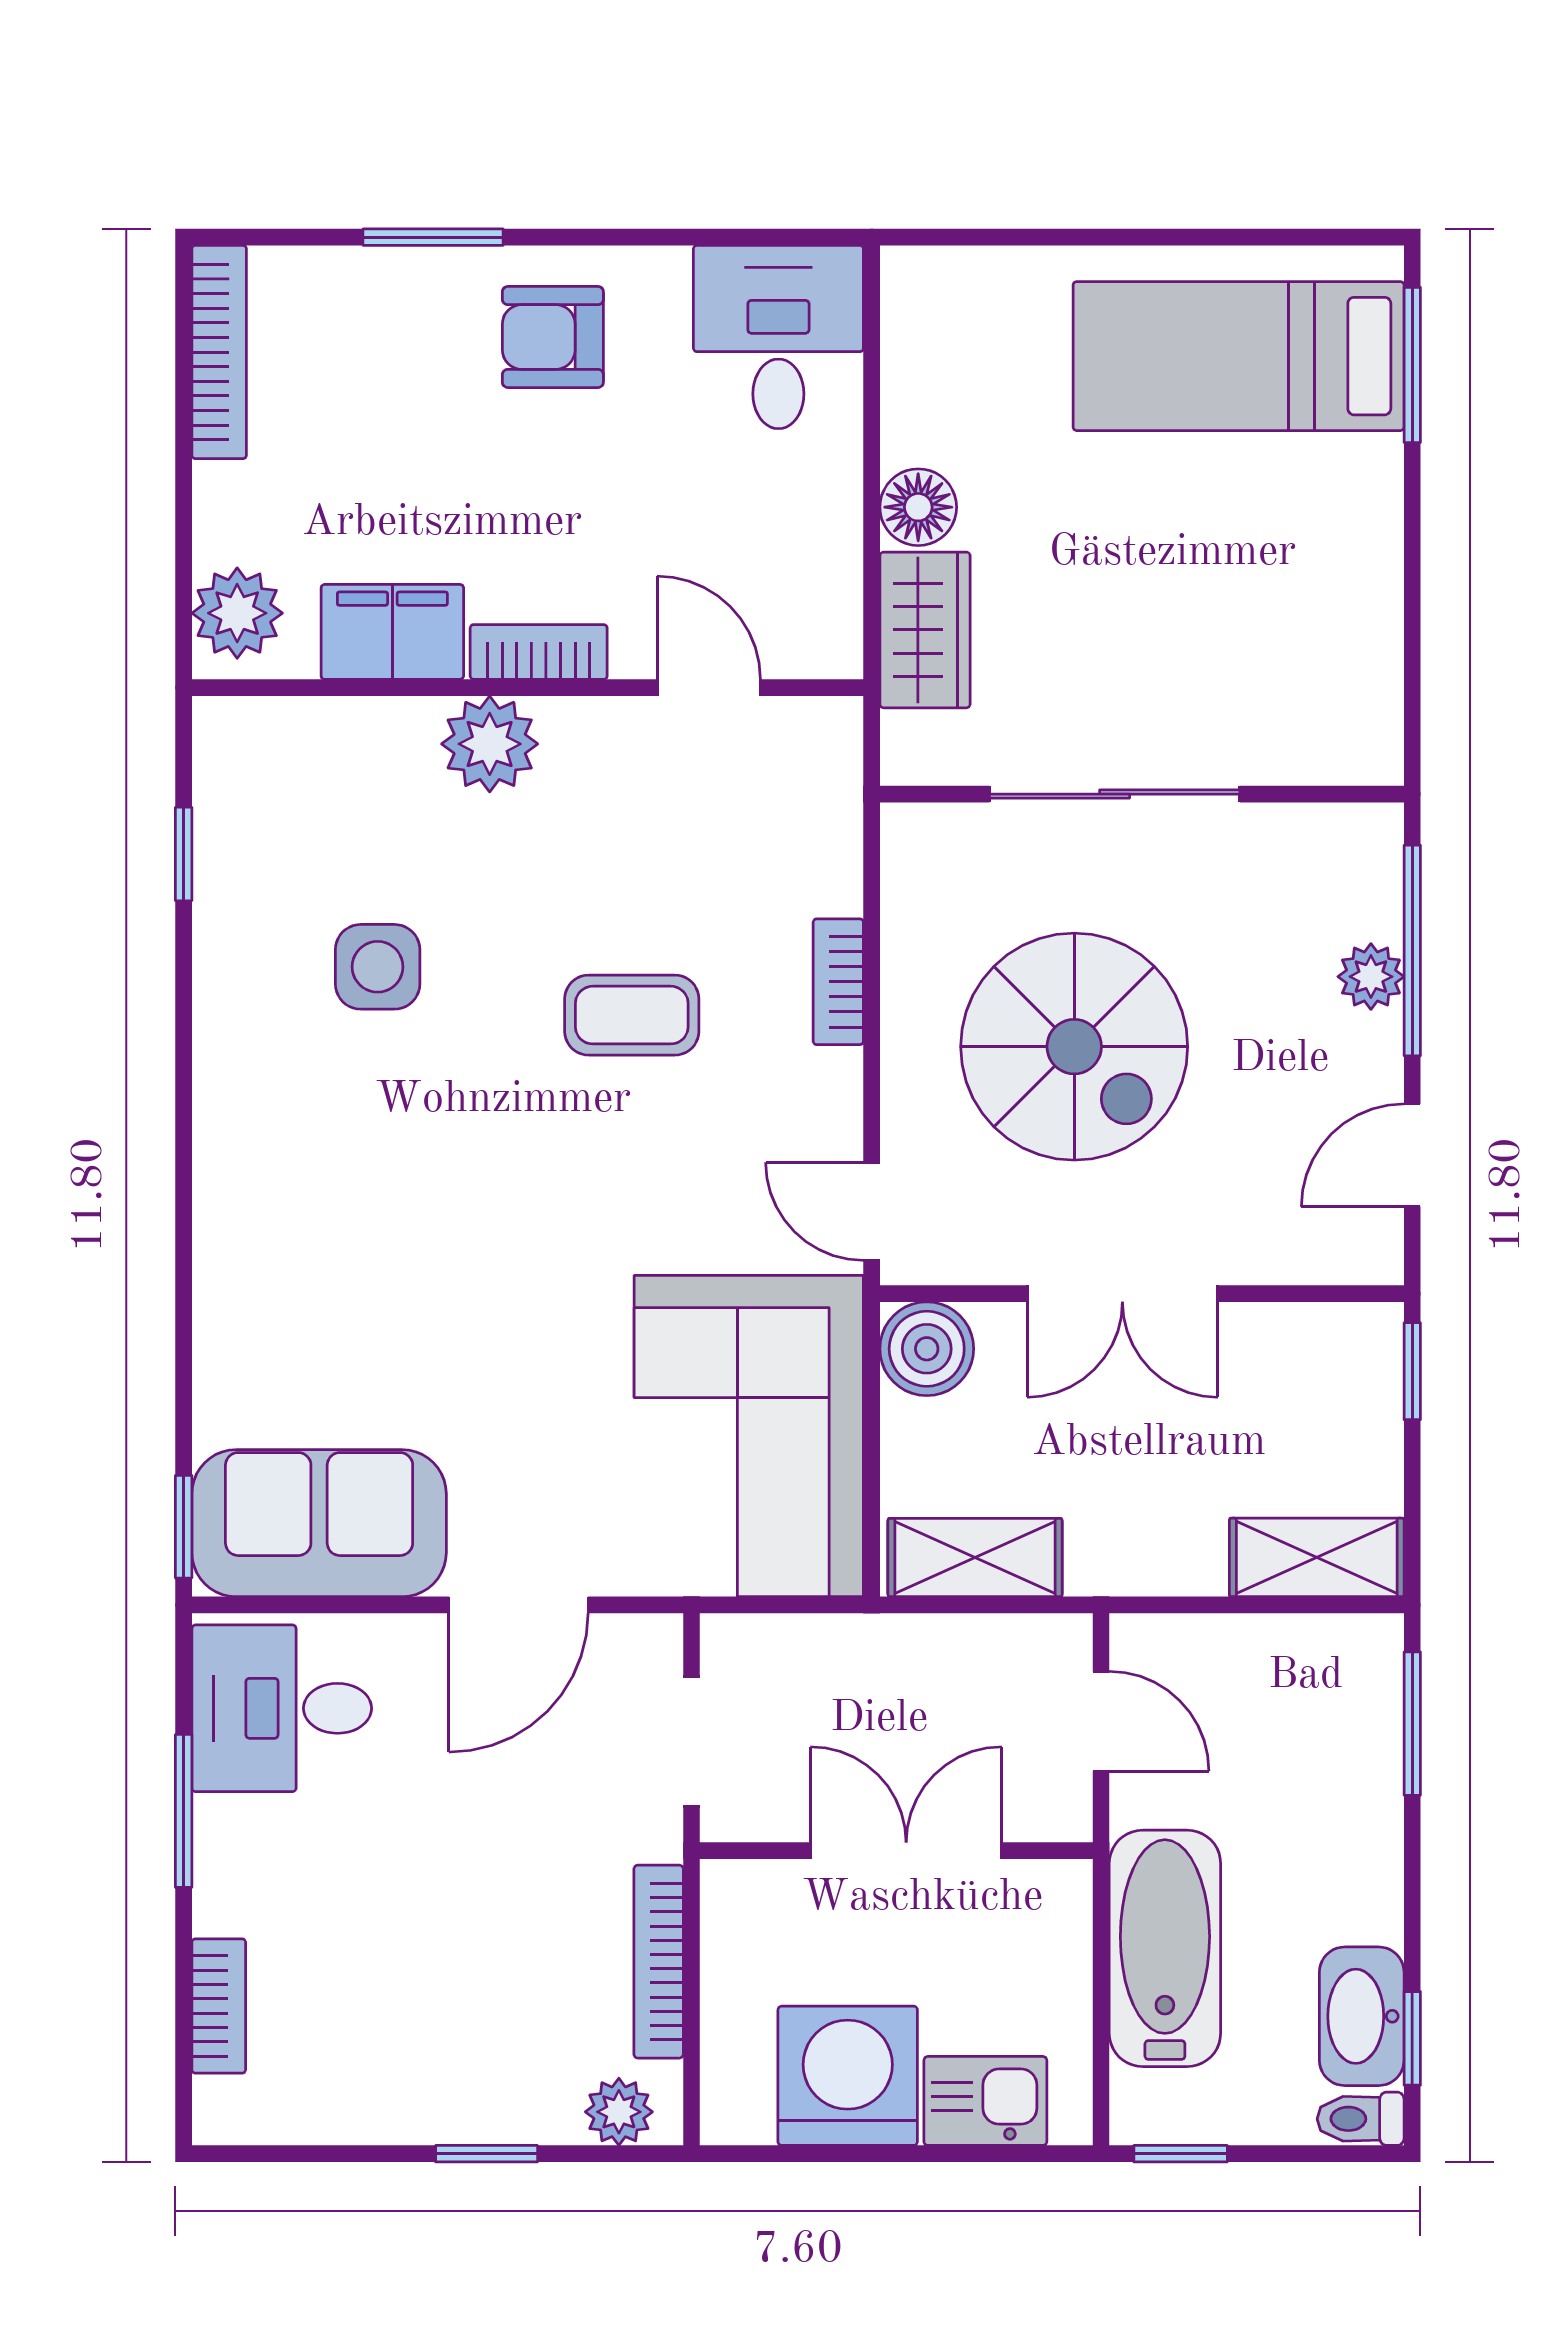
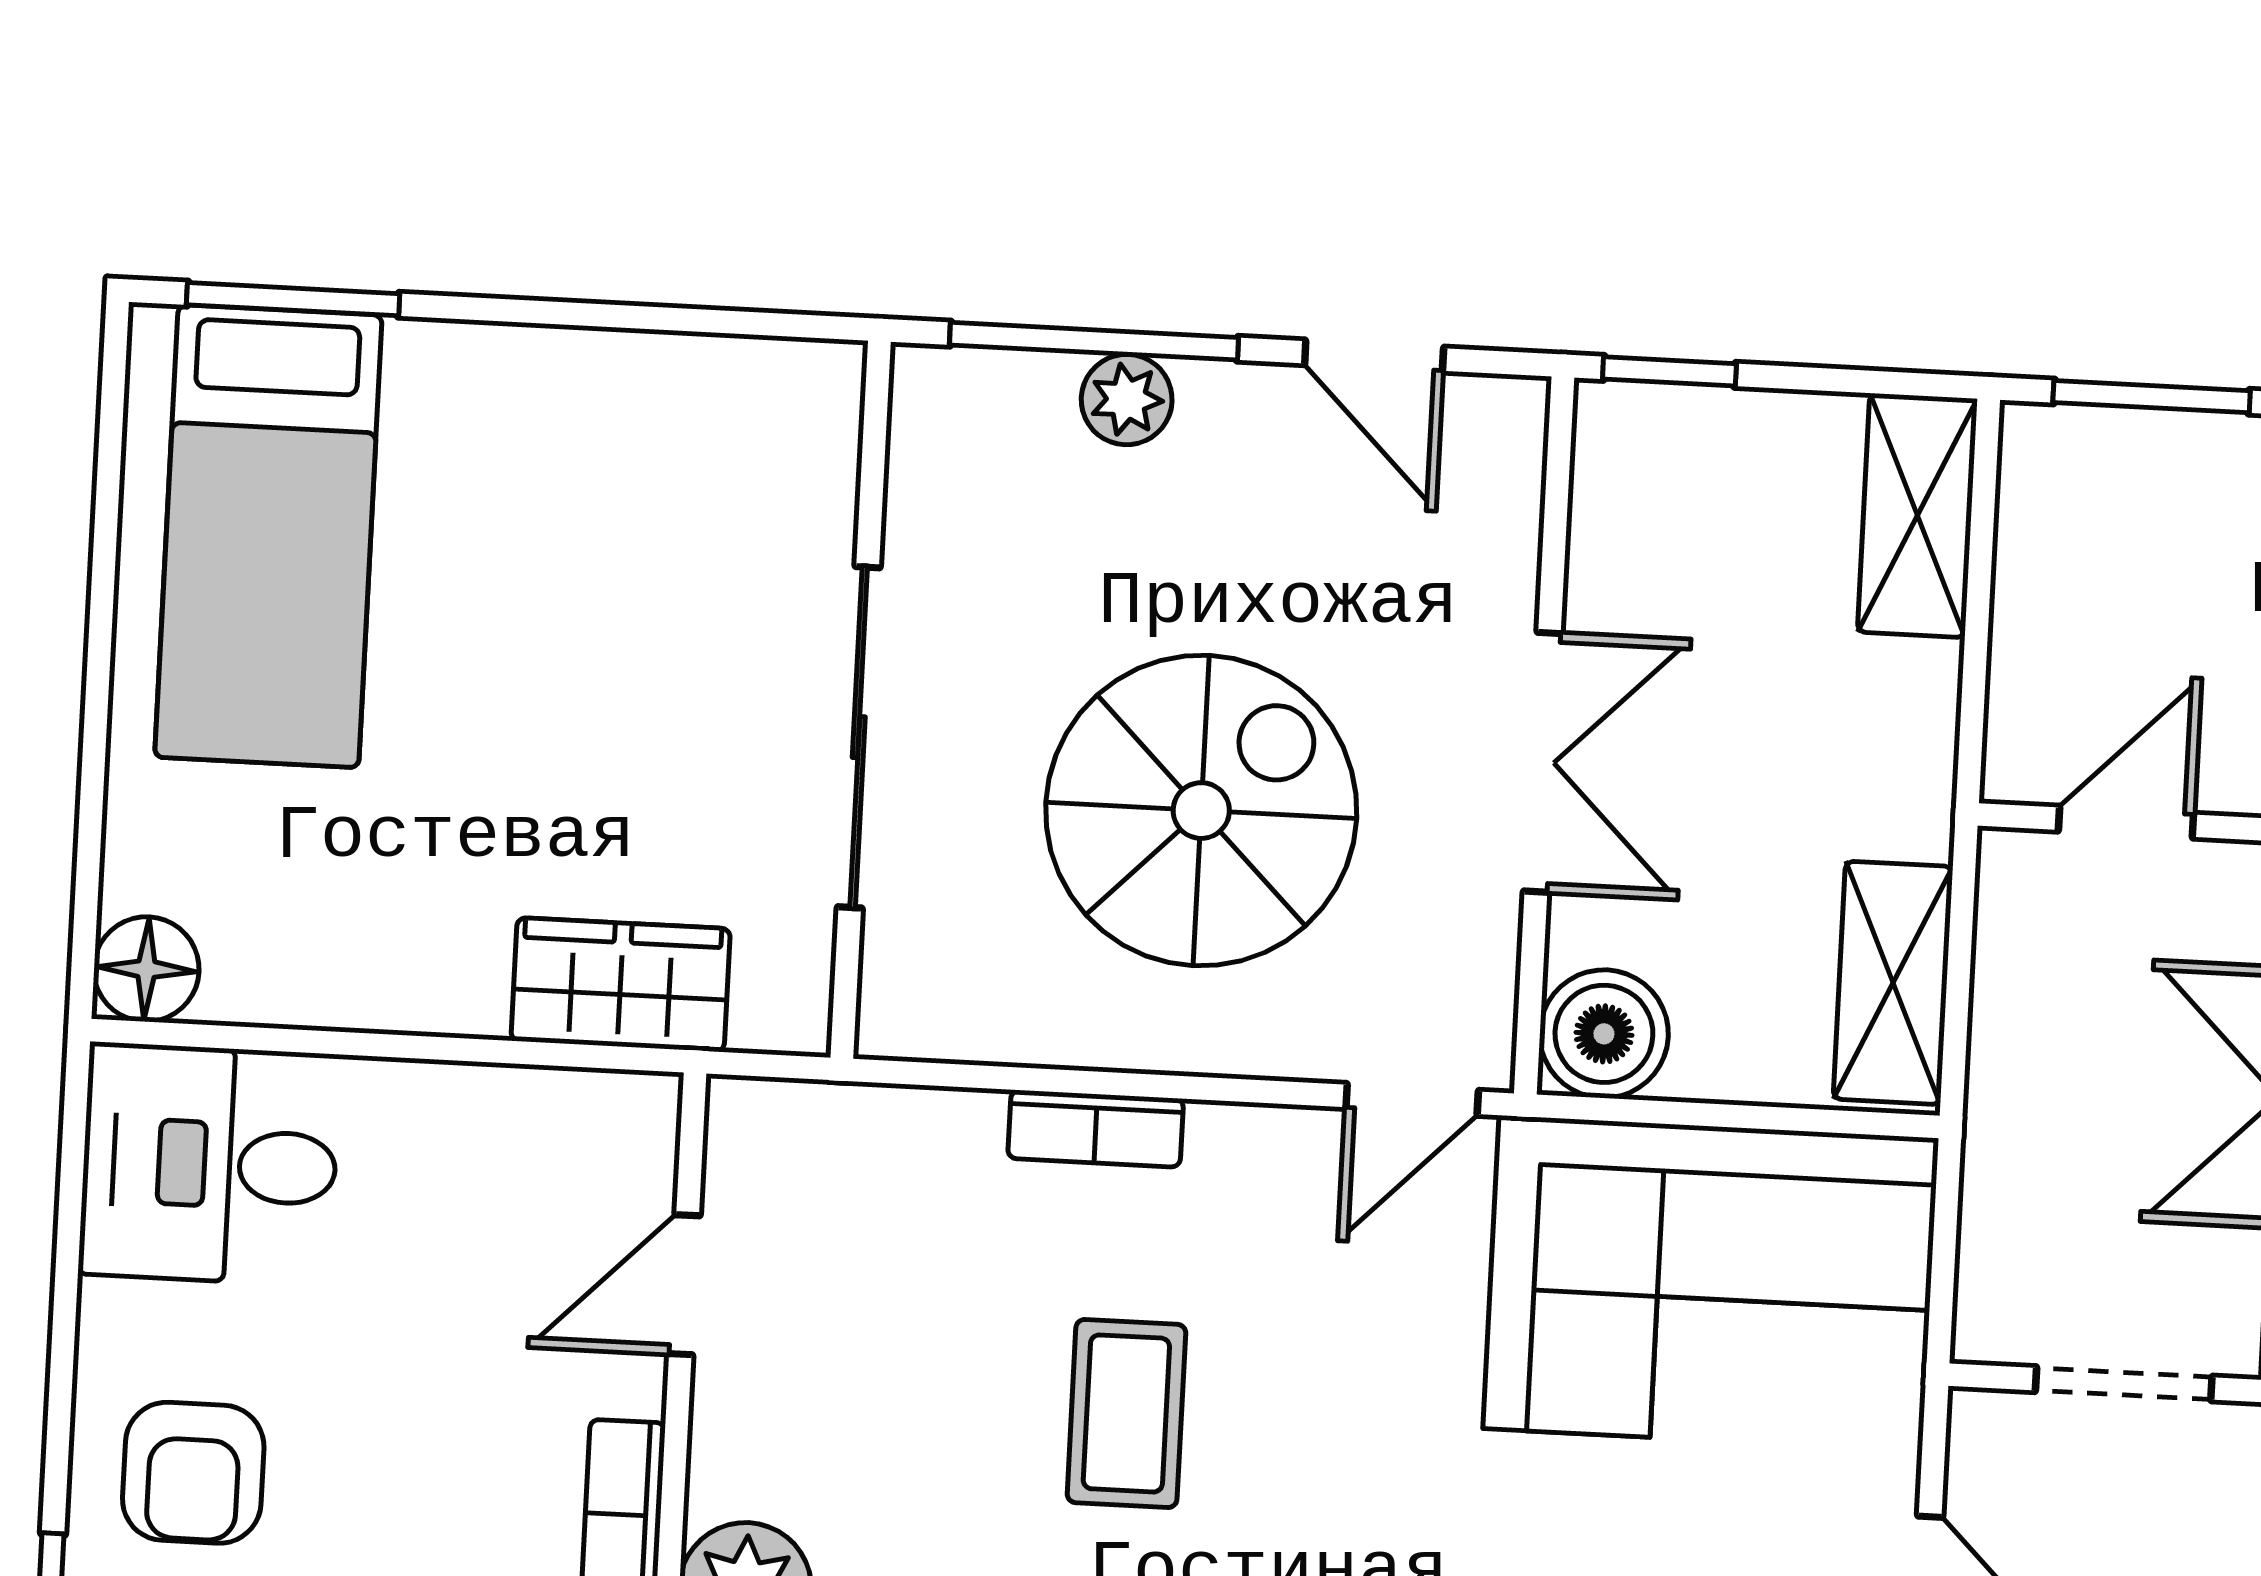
floor lamp: (918, 507) -> (146, 969), moved

